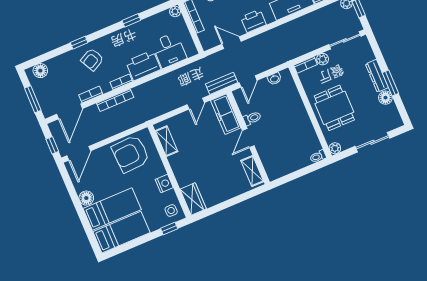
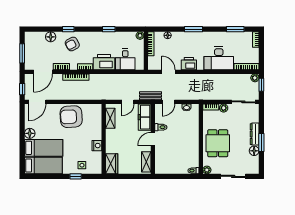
floor lamp: (40, 71) -> (51, 37), moved
shelving: (167, 141) -> (110, 118), moved
wall: (169, 171) -> (104, 139), moved
nightstand: (164, 184) -> (97, 146), moved
wardrobe: (193, 199) -> (112, 164), moved

